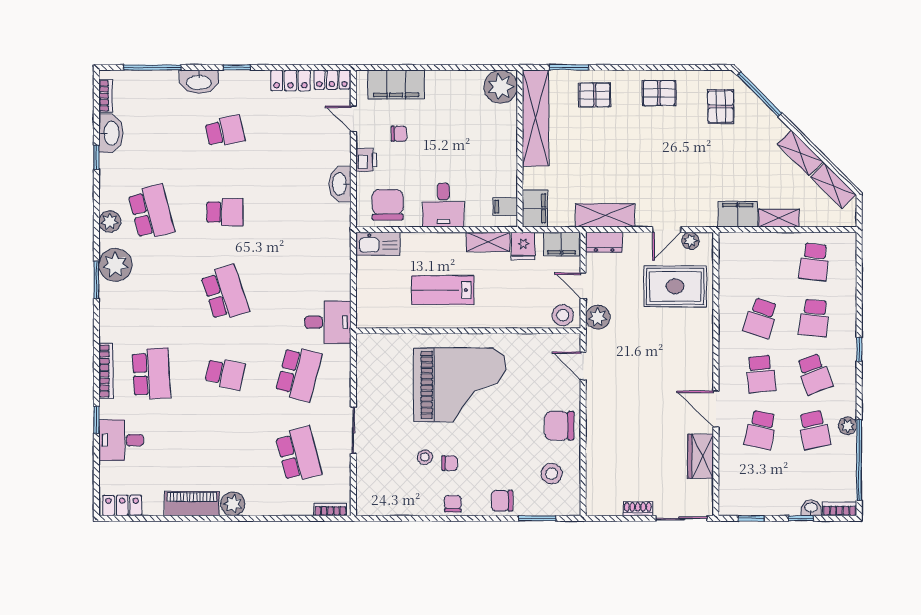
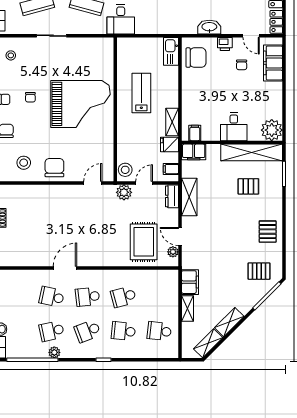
pallet: (595, 95) -> (248, 186), moved, turned 90
door: (353, 119) -> (251, 36), swing flipped
desk: (443, 205) -> (234, 127), moved, turned -90
filing cabinet: (561, 244) -> (171, 169), width x0.50
school desk: (761, 318) -> (123, 297), turned -33
grand piano: (460, 385) -> (81, 104), turned -90
wardrobe: (701, 456) -> (35, 258), removed
stool: (425, 457) -> (11, 55), moved

